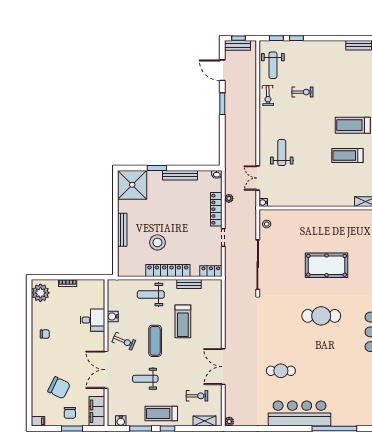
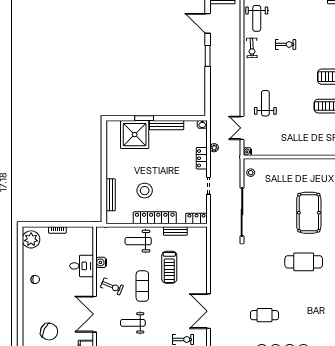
shower: (132, 185) -> (135, 135), moved
locker: (216, 209) -> (202, 158), width x0.66
bench: (122, 230) -> (111, 195), moved
pool table: (327, 265) -> (309, 213), turned 90

